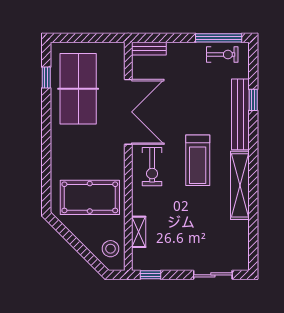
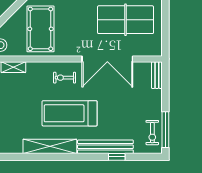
treadmill: (198, 160) -> (70, 113), width x1.37, depth x1.38
exercise bike: (152, 167) -> (64, 78), width x0.73, depth x0.72

